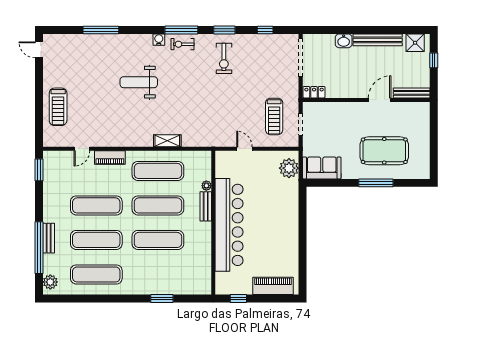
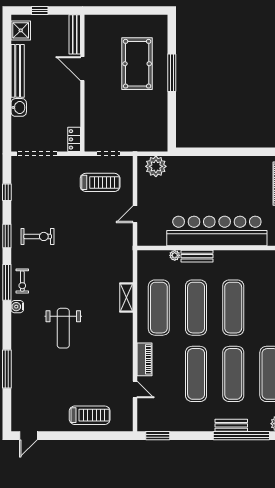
sofa: (322, 168) -> (156, 131), removed

